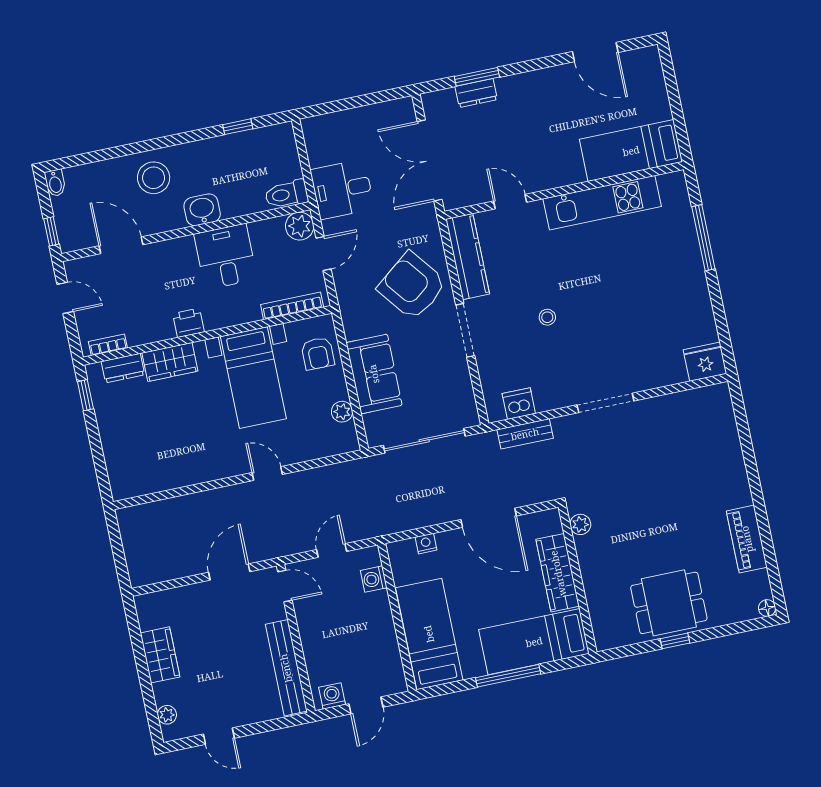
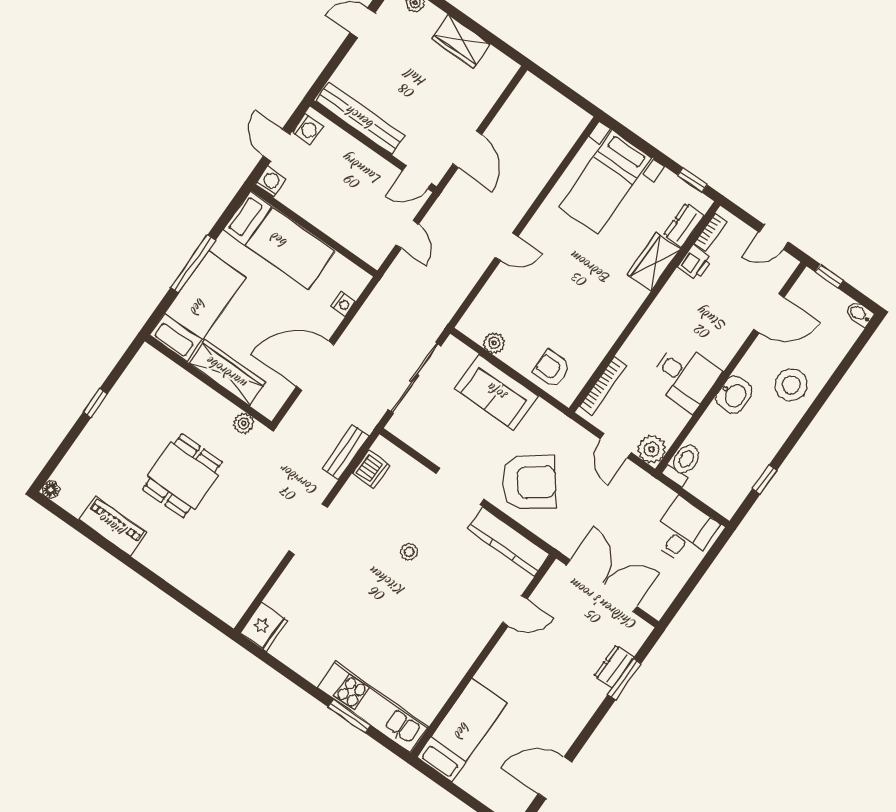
desk: (342, 189) -> (684, 532), moved
kitchen unit: (602, 203) -> (373, 707), moved, turned 90
window: (703, 238) -> (349, 716), width x0.69
printer: (188, 323) -> (695, 263), moved
bed with nightstands: (253, 378) -> (605, 182), moved, turned -90
washing machine: (374, 579) -> (271, 182), moved
dining table: (669, 603) -> (182, 476), moved

